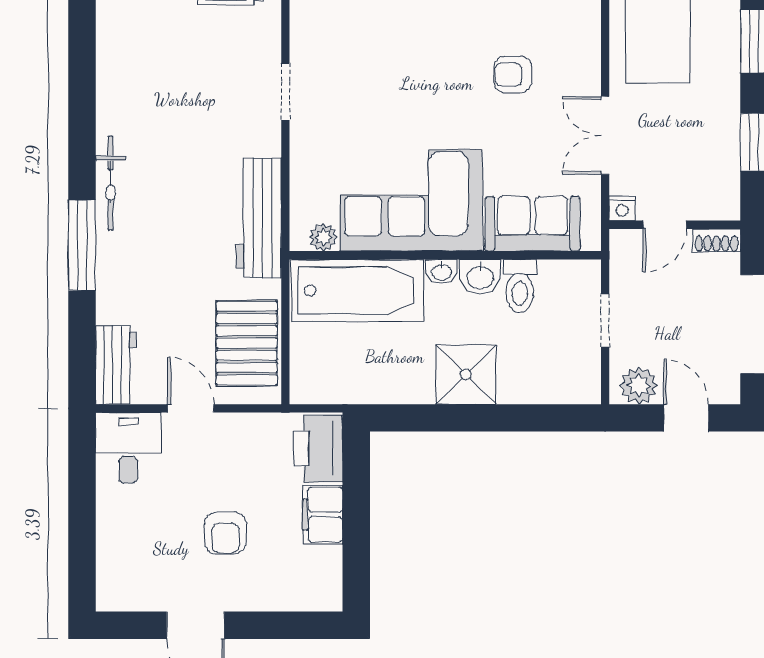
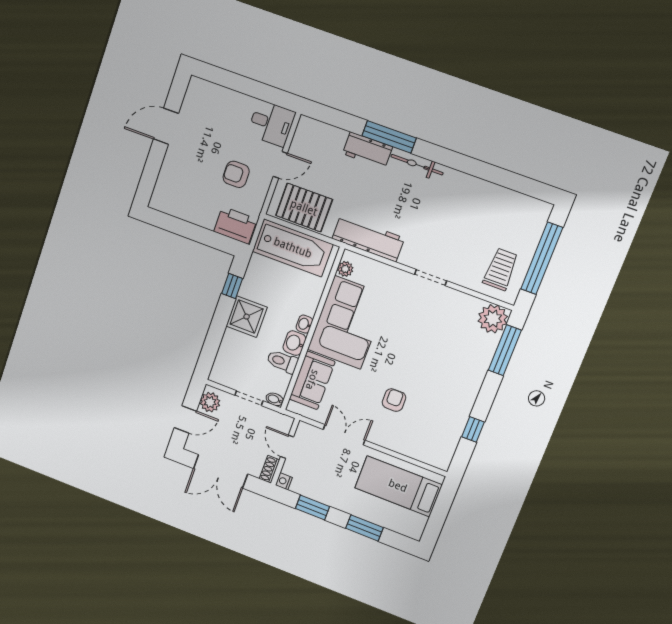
nightstand: (622, 208) -> (284, 481), moved
bidet: (590, 275) -> (275, 399), added
bathtub: (357, 290) -> (293, 248), moved, turned -90
workbench: (116, 365) -> (368, 150), moved
window: (423, 418) -> (232, 286), added
filing cabinet: (323, 515) -> (200, 215), removed
armchair: (225, 533) -> (236, 174), moved

